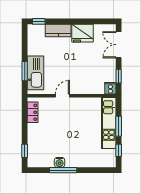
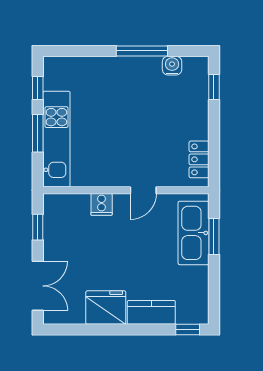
cooker: (110, 88) -> (102, 204), moved
water cooler: (60, 162) -> (172, 66), moved

